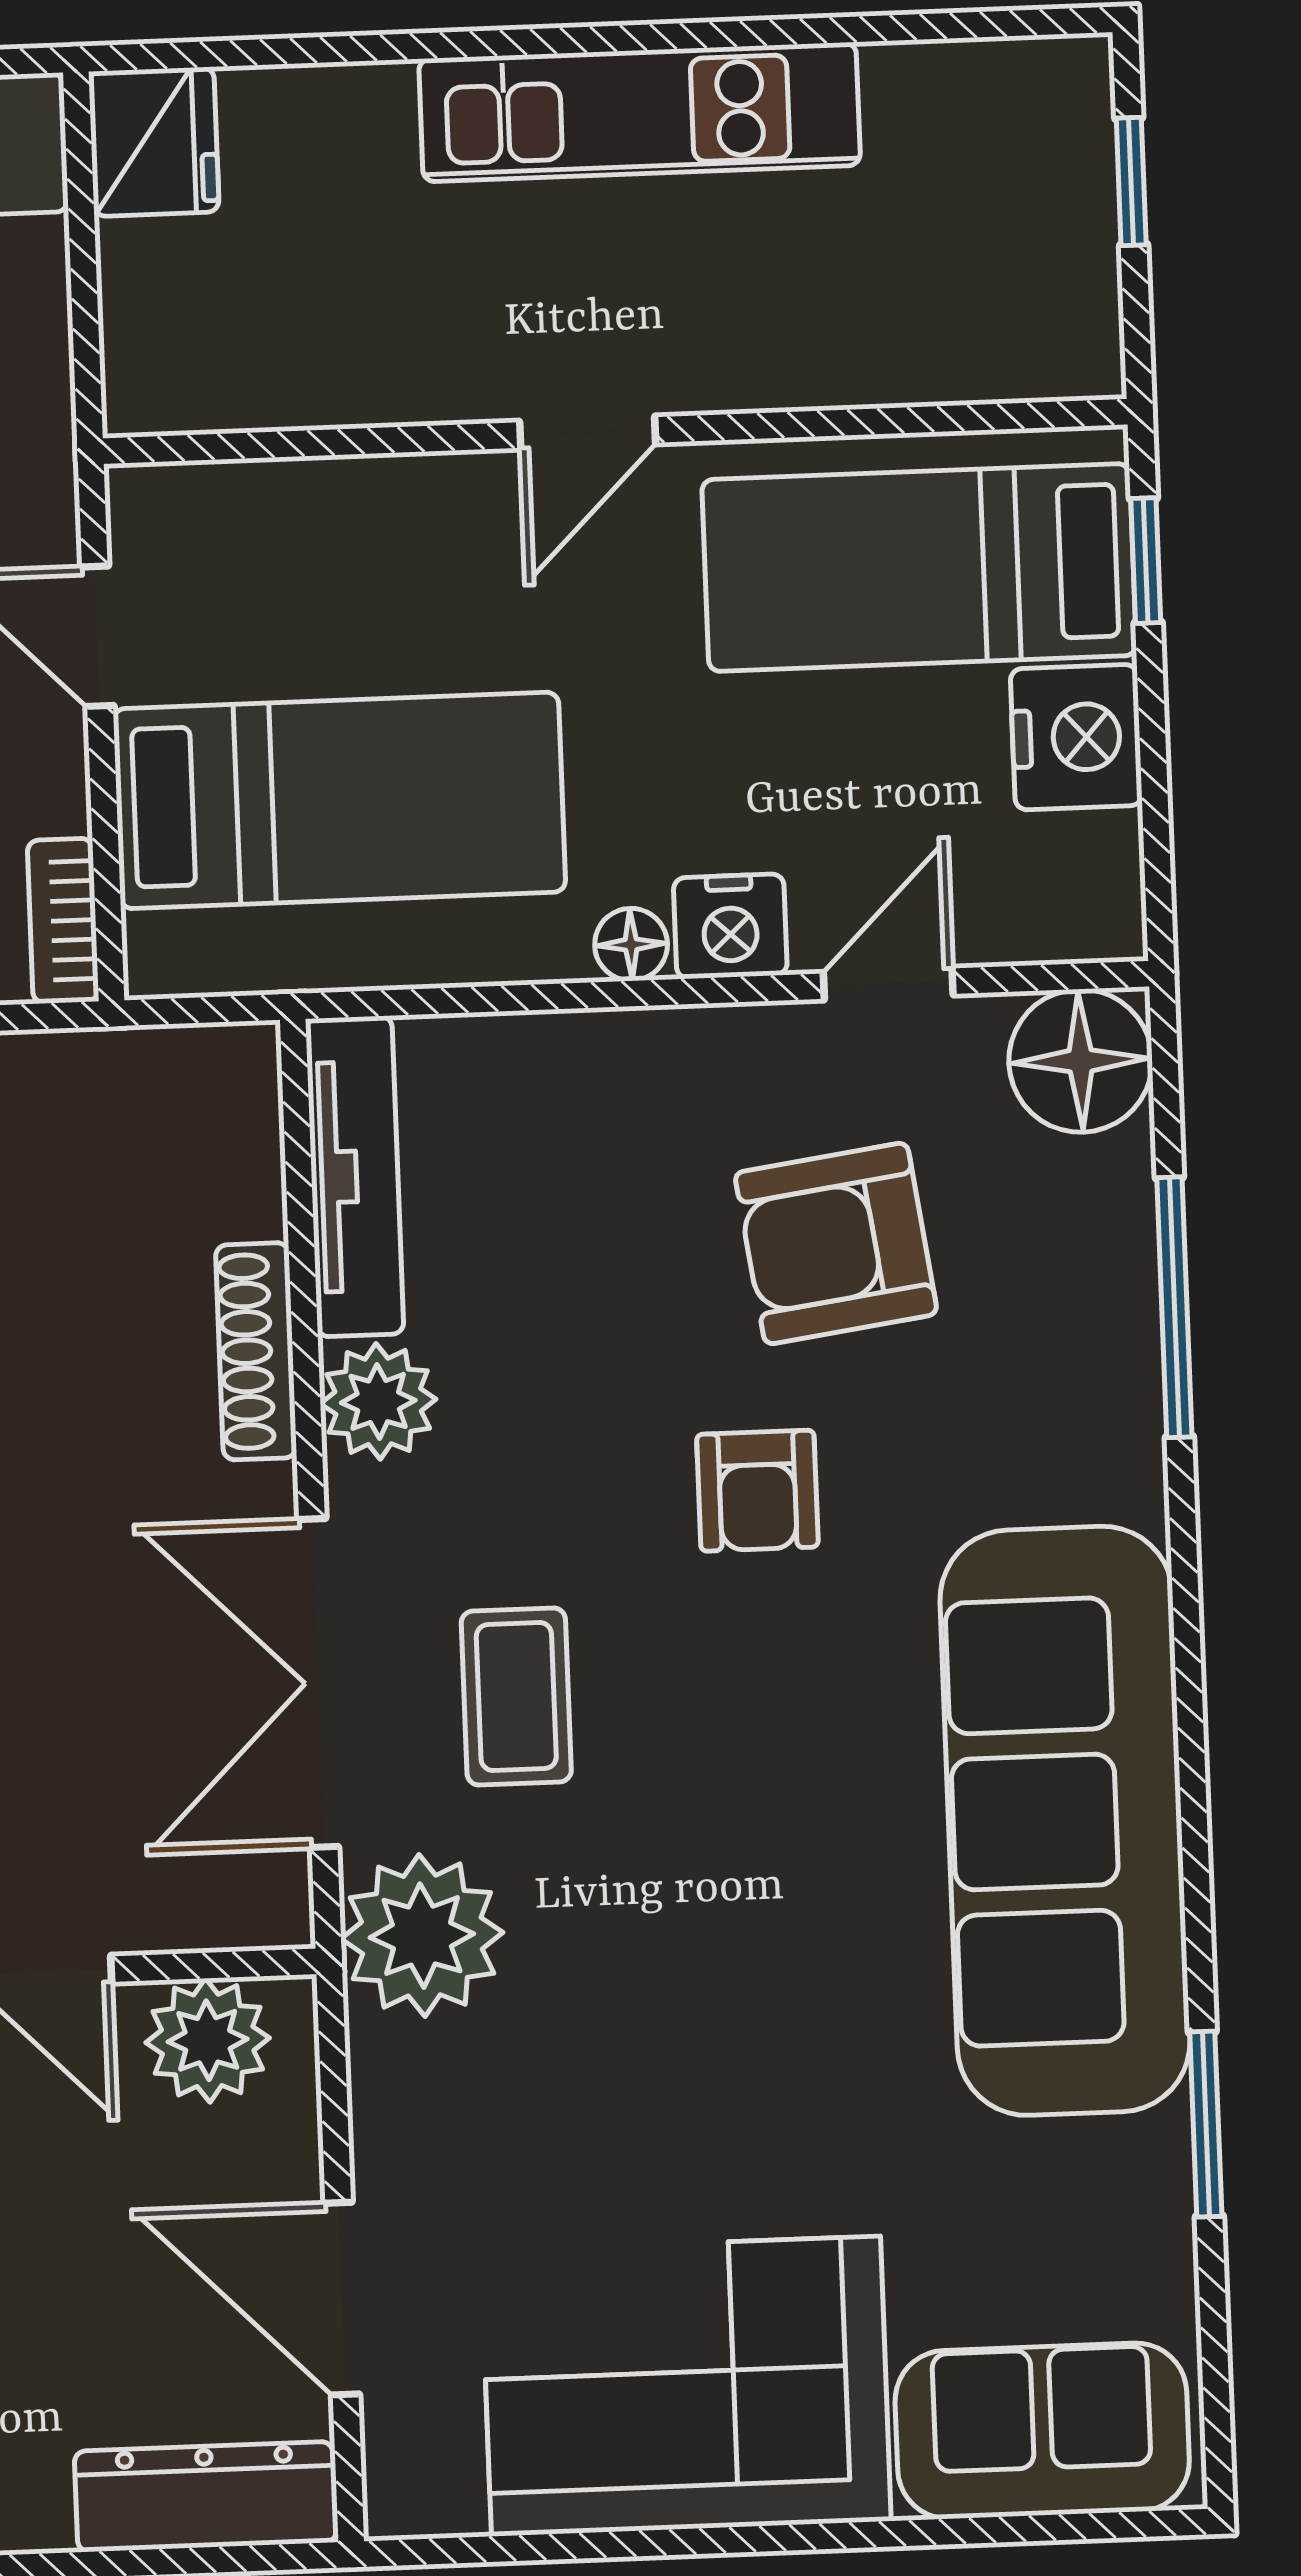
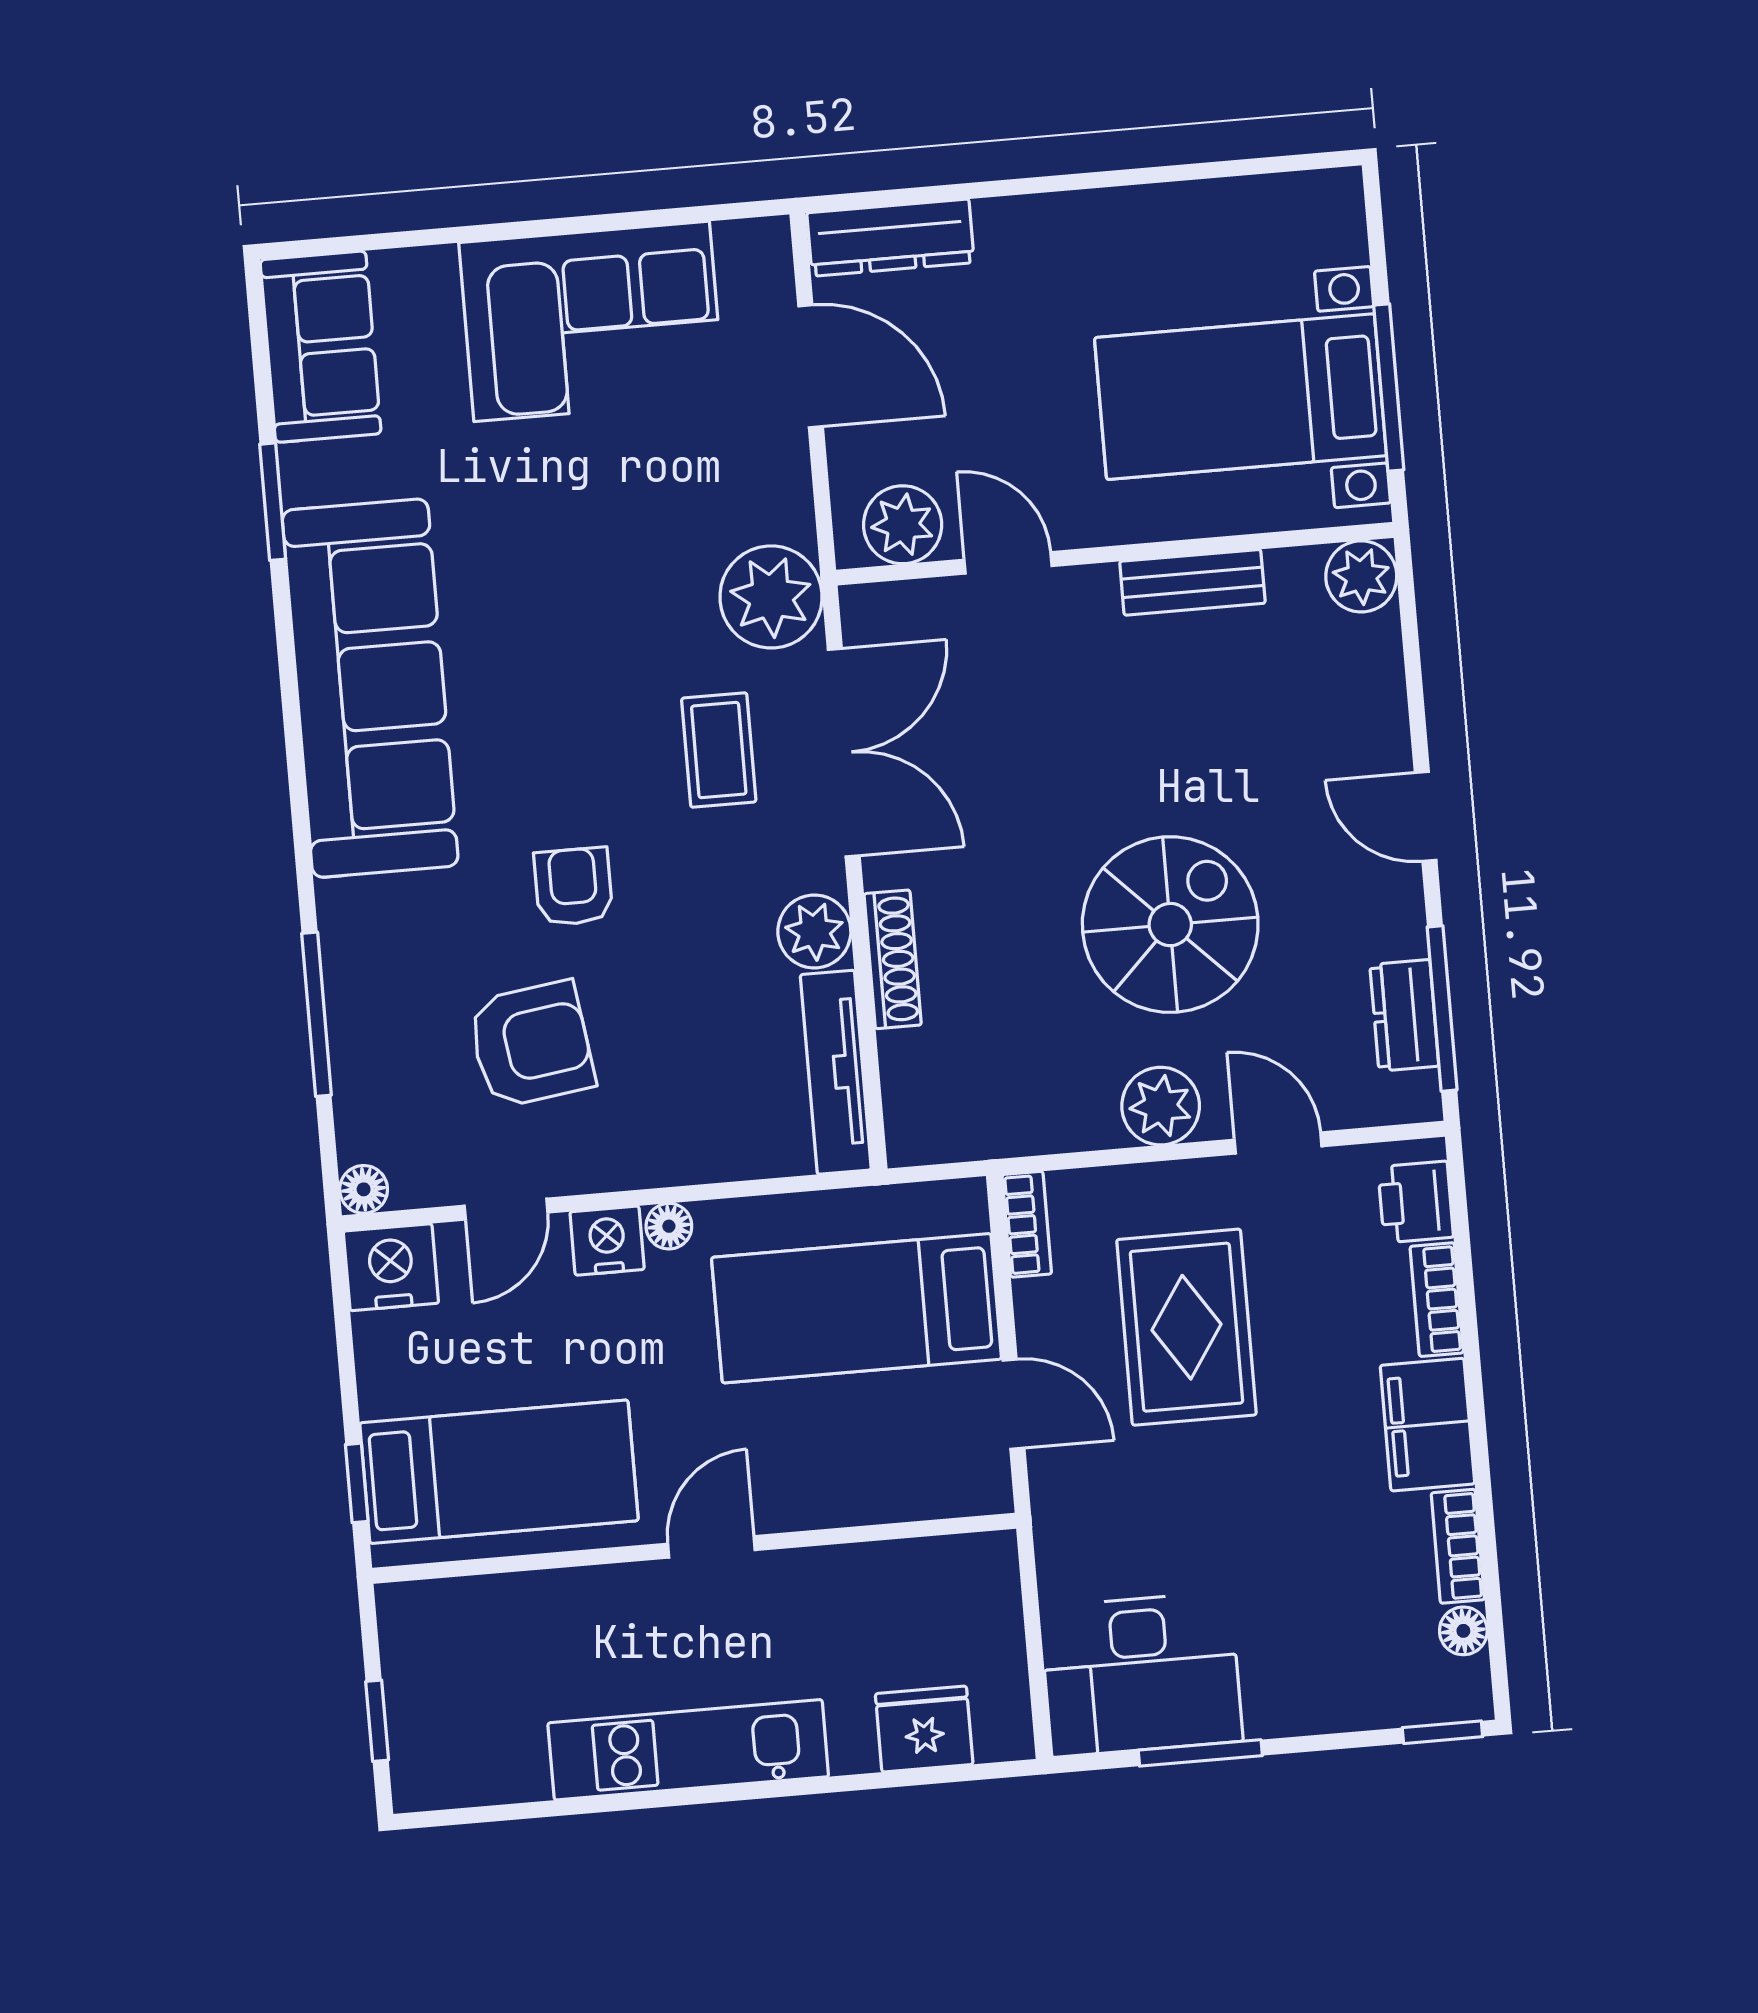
fridge: (154, 142) -> (924, 1729), moved, turned 90
nightstand: (1076, 737) -> (391, 1267), moved, turned 90
floor lamp: (1081, 1061) -> (364, 1189), width x0.53, depth x0.53
sofa: (1042, 2431) -> (321, 347), moved, turned -90

